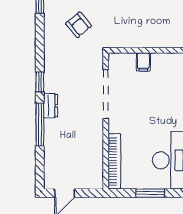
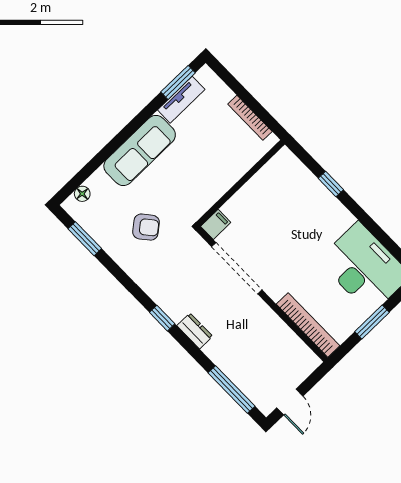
filing cabinet: (143, 62) -> (216, 224), moved, turned -90
window: (40, 125) -> (231, 390), moved

